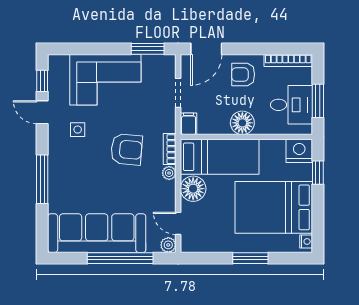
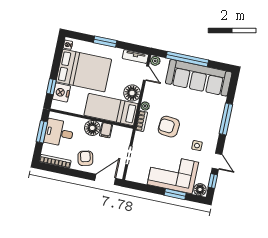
window: (148, 49) -> (175, 194), moved
floor lamp: (59, 64) -> (200, 190), added
armchair: (243, 74) -> (85, 158), turned -104
filing cabinet: (189, 124) -> (106, 130), moved
nightstand: (299, 151) -> (61, 93), moved, turned 90
tv unit: (200, 245) -> (135, 56), added

